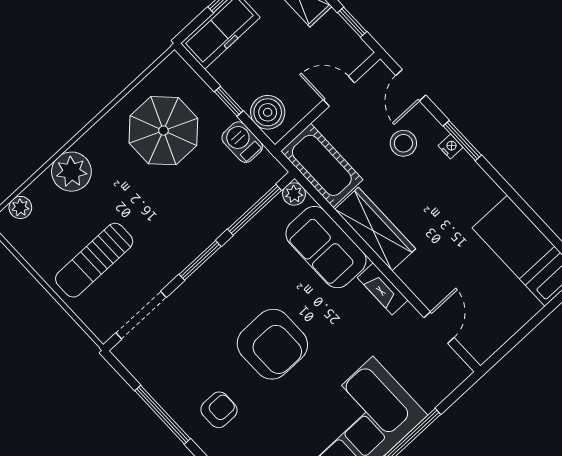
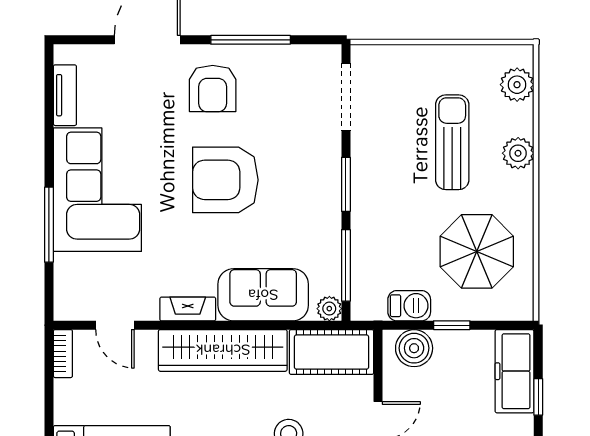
plant: (71, 172) -> (518, 153), width x0.73, depth x0.73
plant: (20, 207) -> (517, 85), width x1.38, depth x1.38
wardrobe: (375, 229) -> (223, 350), width x1.40, depth x1.17
sun lounger: (94, 260) -> (452, 142), moved
bookcase: (491, 345) -> (63, 354), added
armchair: (219, 410) -> (213, 89), width x1.38, depth x1.38

